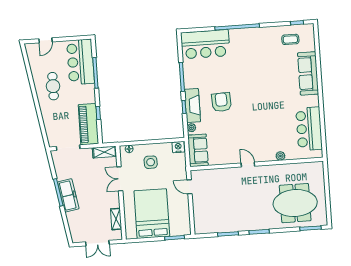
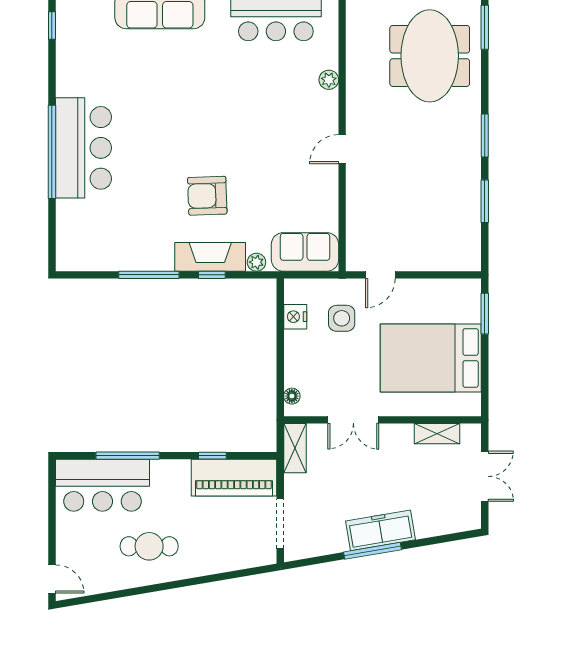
coffee table: (290, 39) -> (86, 42), removed
door: (45, 40) -> (52, 579), moved
bar counter: (205, 44) -> (83, 148), moved
nightstand: (178, 147) -> (295, 317), moved
side table: (151, 162) -> (342, 318), moved

